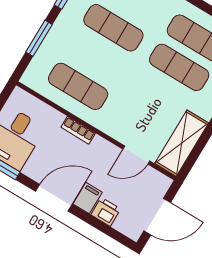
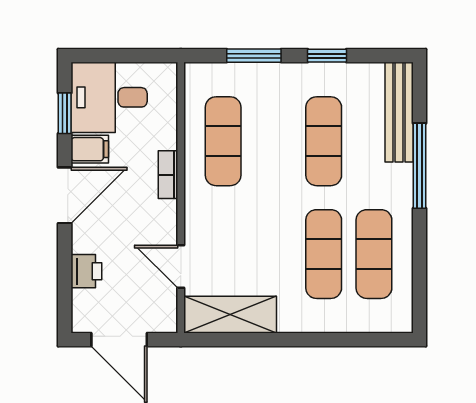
door: (54, 198) -> (65, 195), hinge flipped
filing cabinet: (88, 198) -> (90, 149), moved

